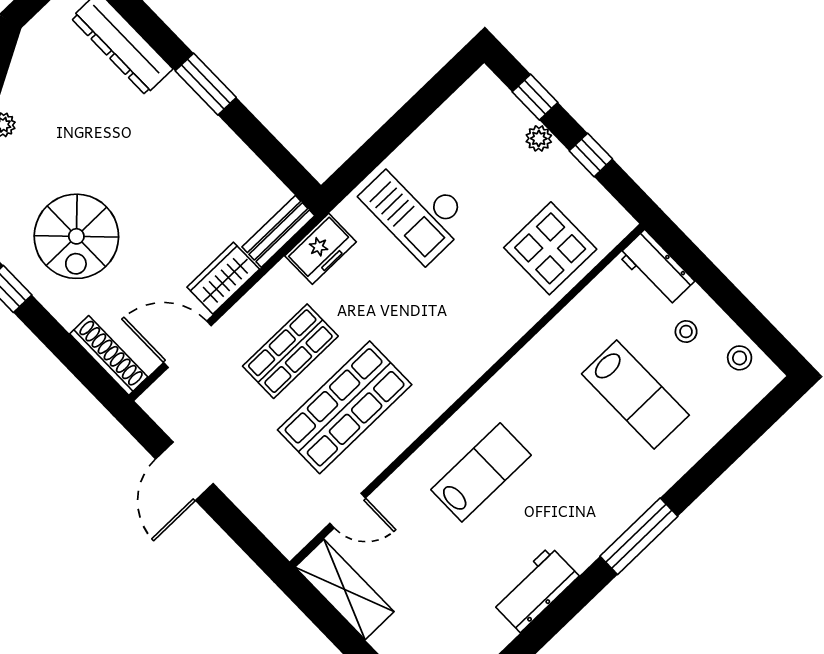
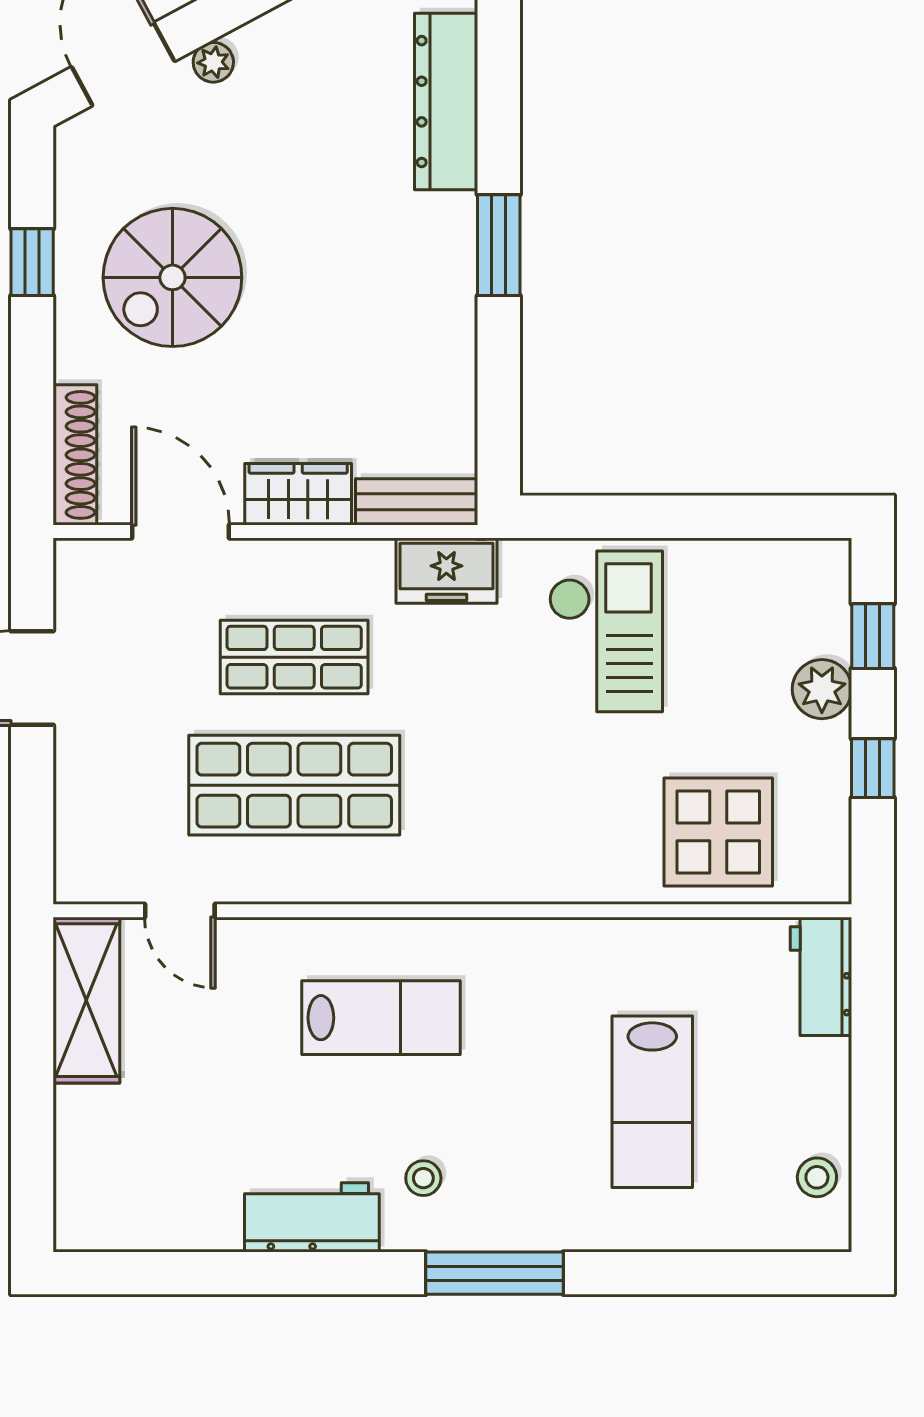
plant: (539, 138) -> (822, 689), width x1.38, depth x1.38
checkout: (416, 208) -> (606, 631), turned 180
stool: (686, 332) -> (423, 1178), moved

